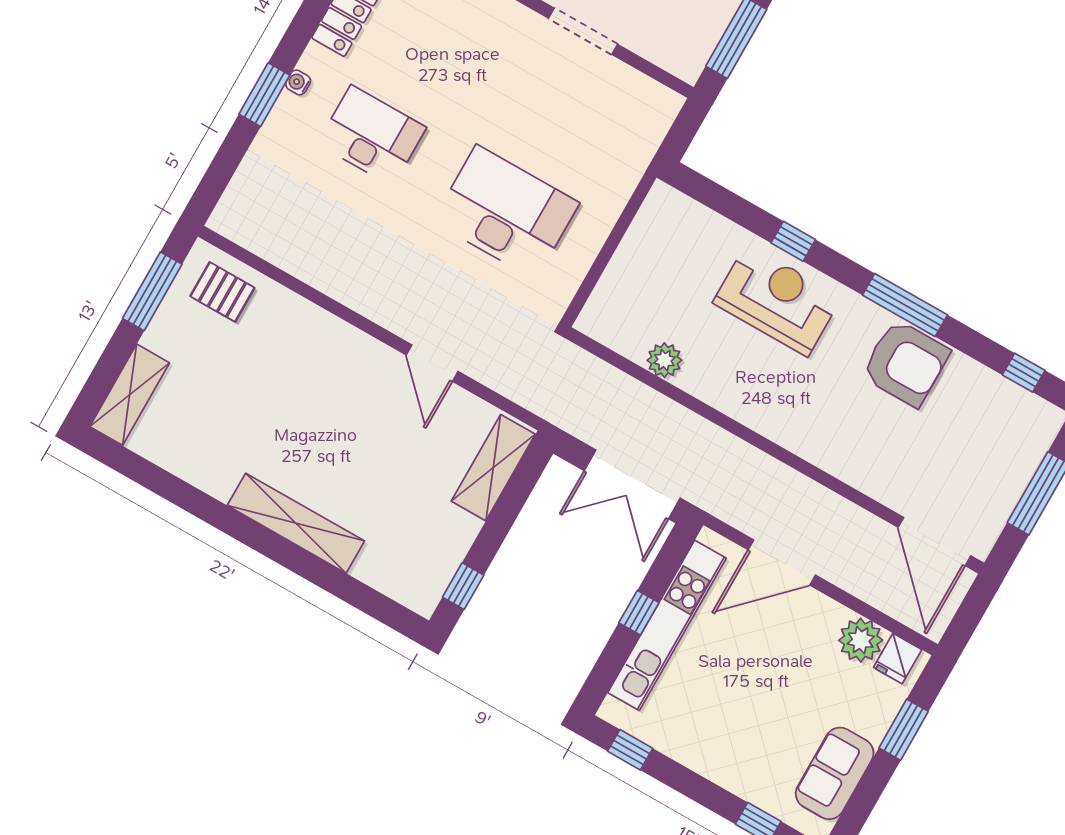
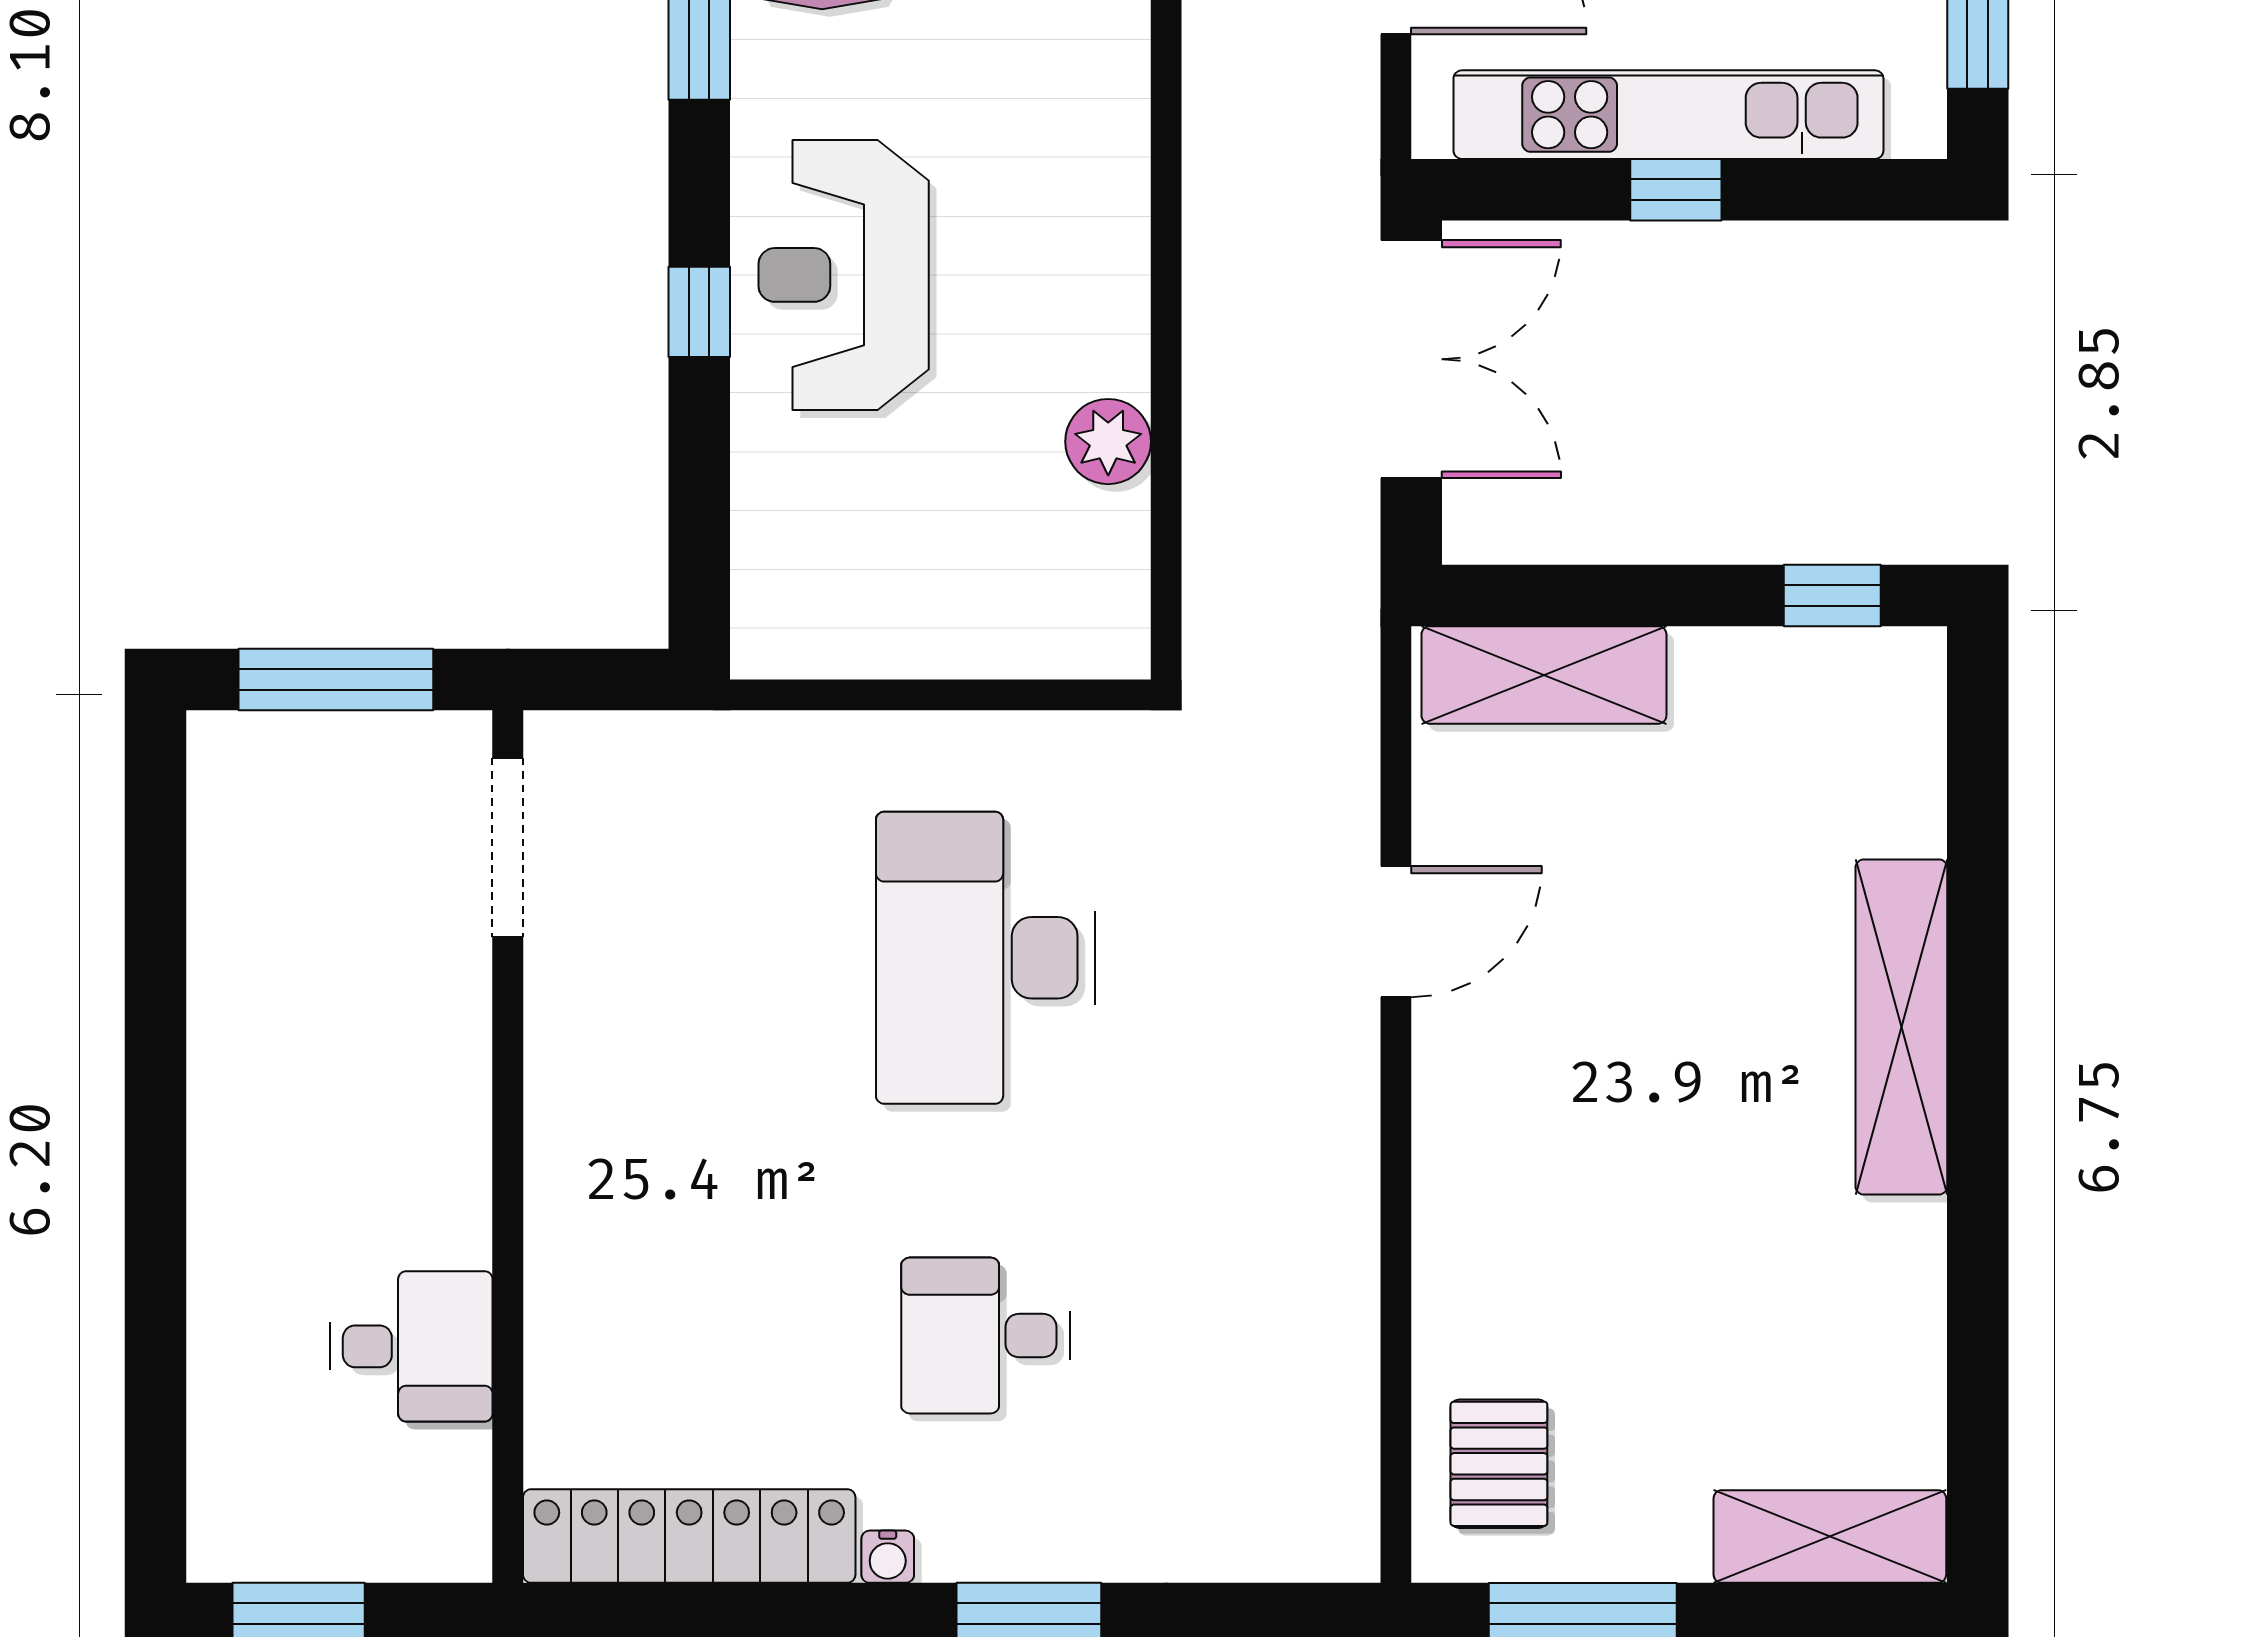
doorway: (583, 31) -> (508, 847), moved
water cooler: (298, 82) -> (888, 1557), moved
desk: (372, 136) -> (986, 1335), width x0.73

